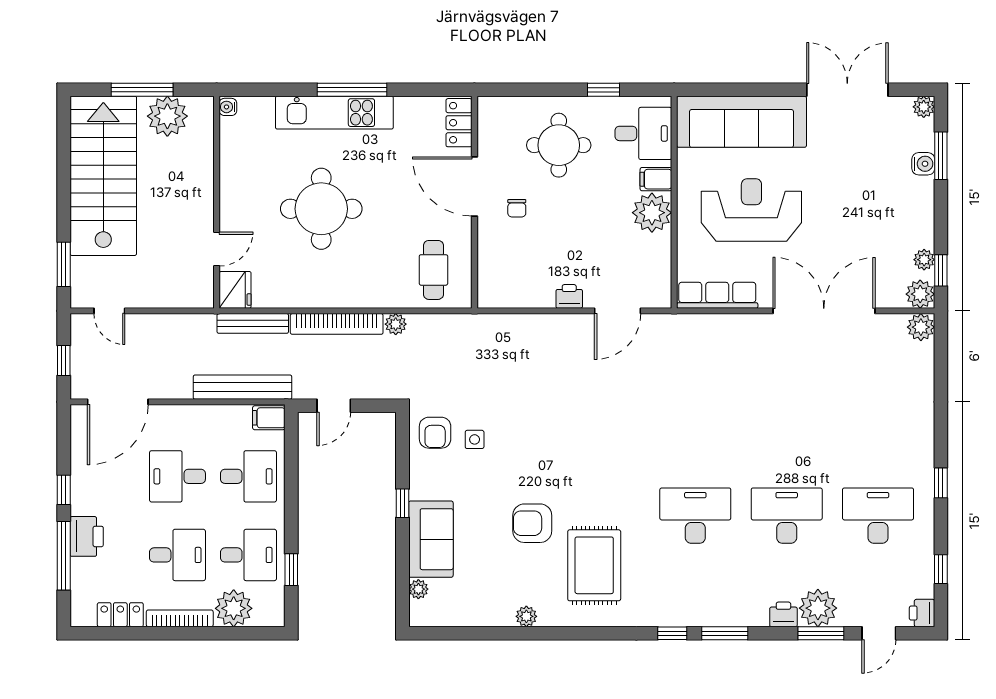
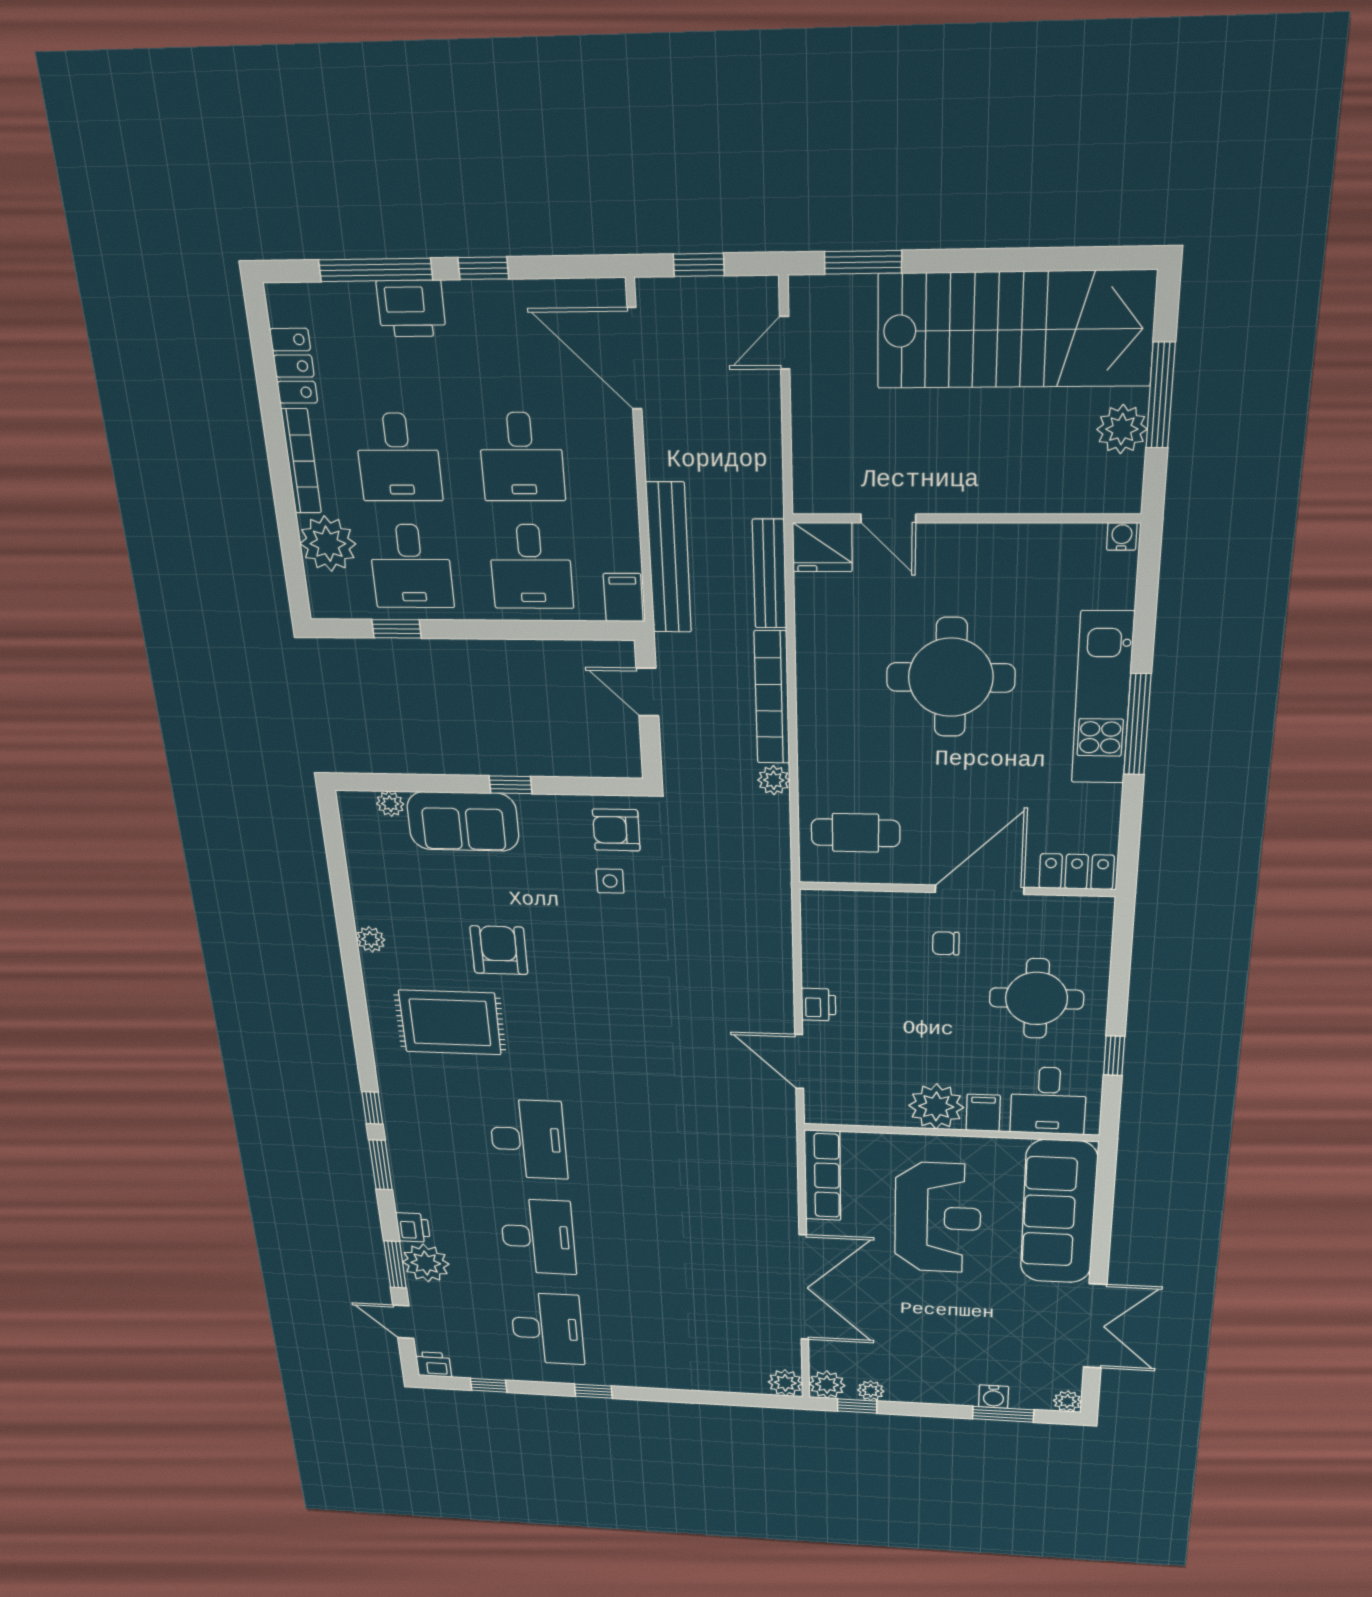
plant: (167, 116) -> (1122, 429), width x0.73, depth x0.73
desk: (177, 476) -> (522, 457), turned 180

